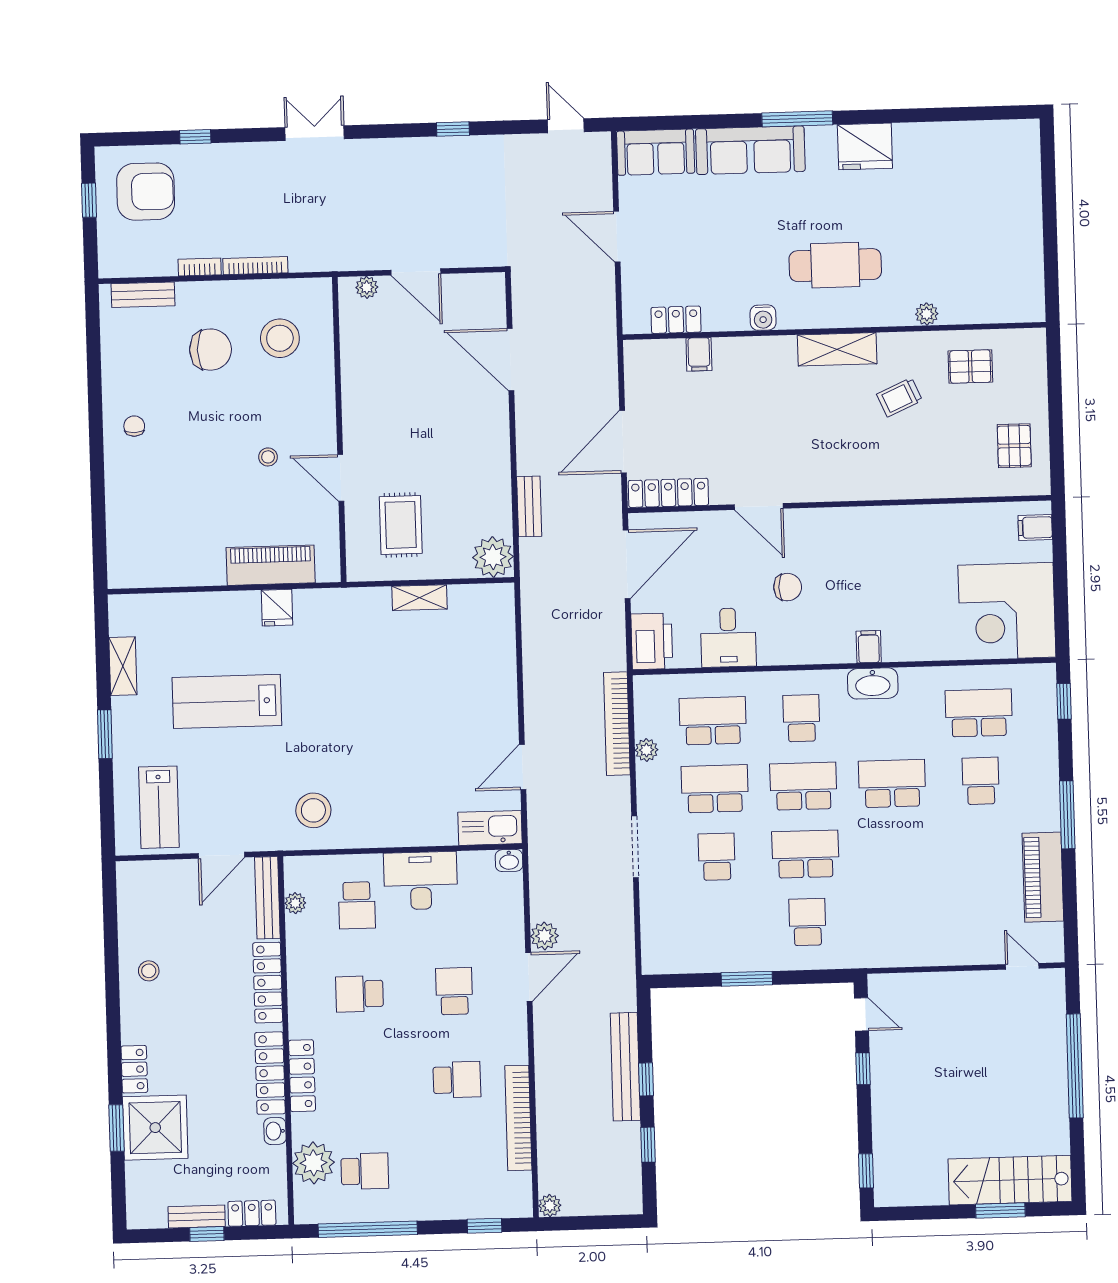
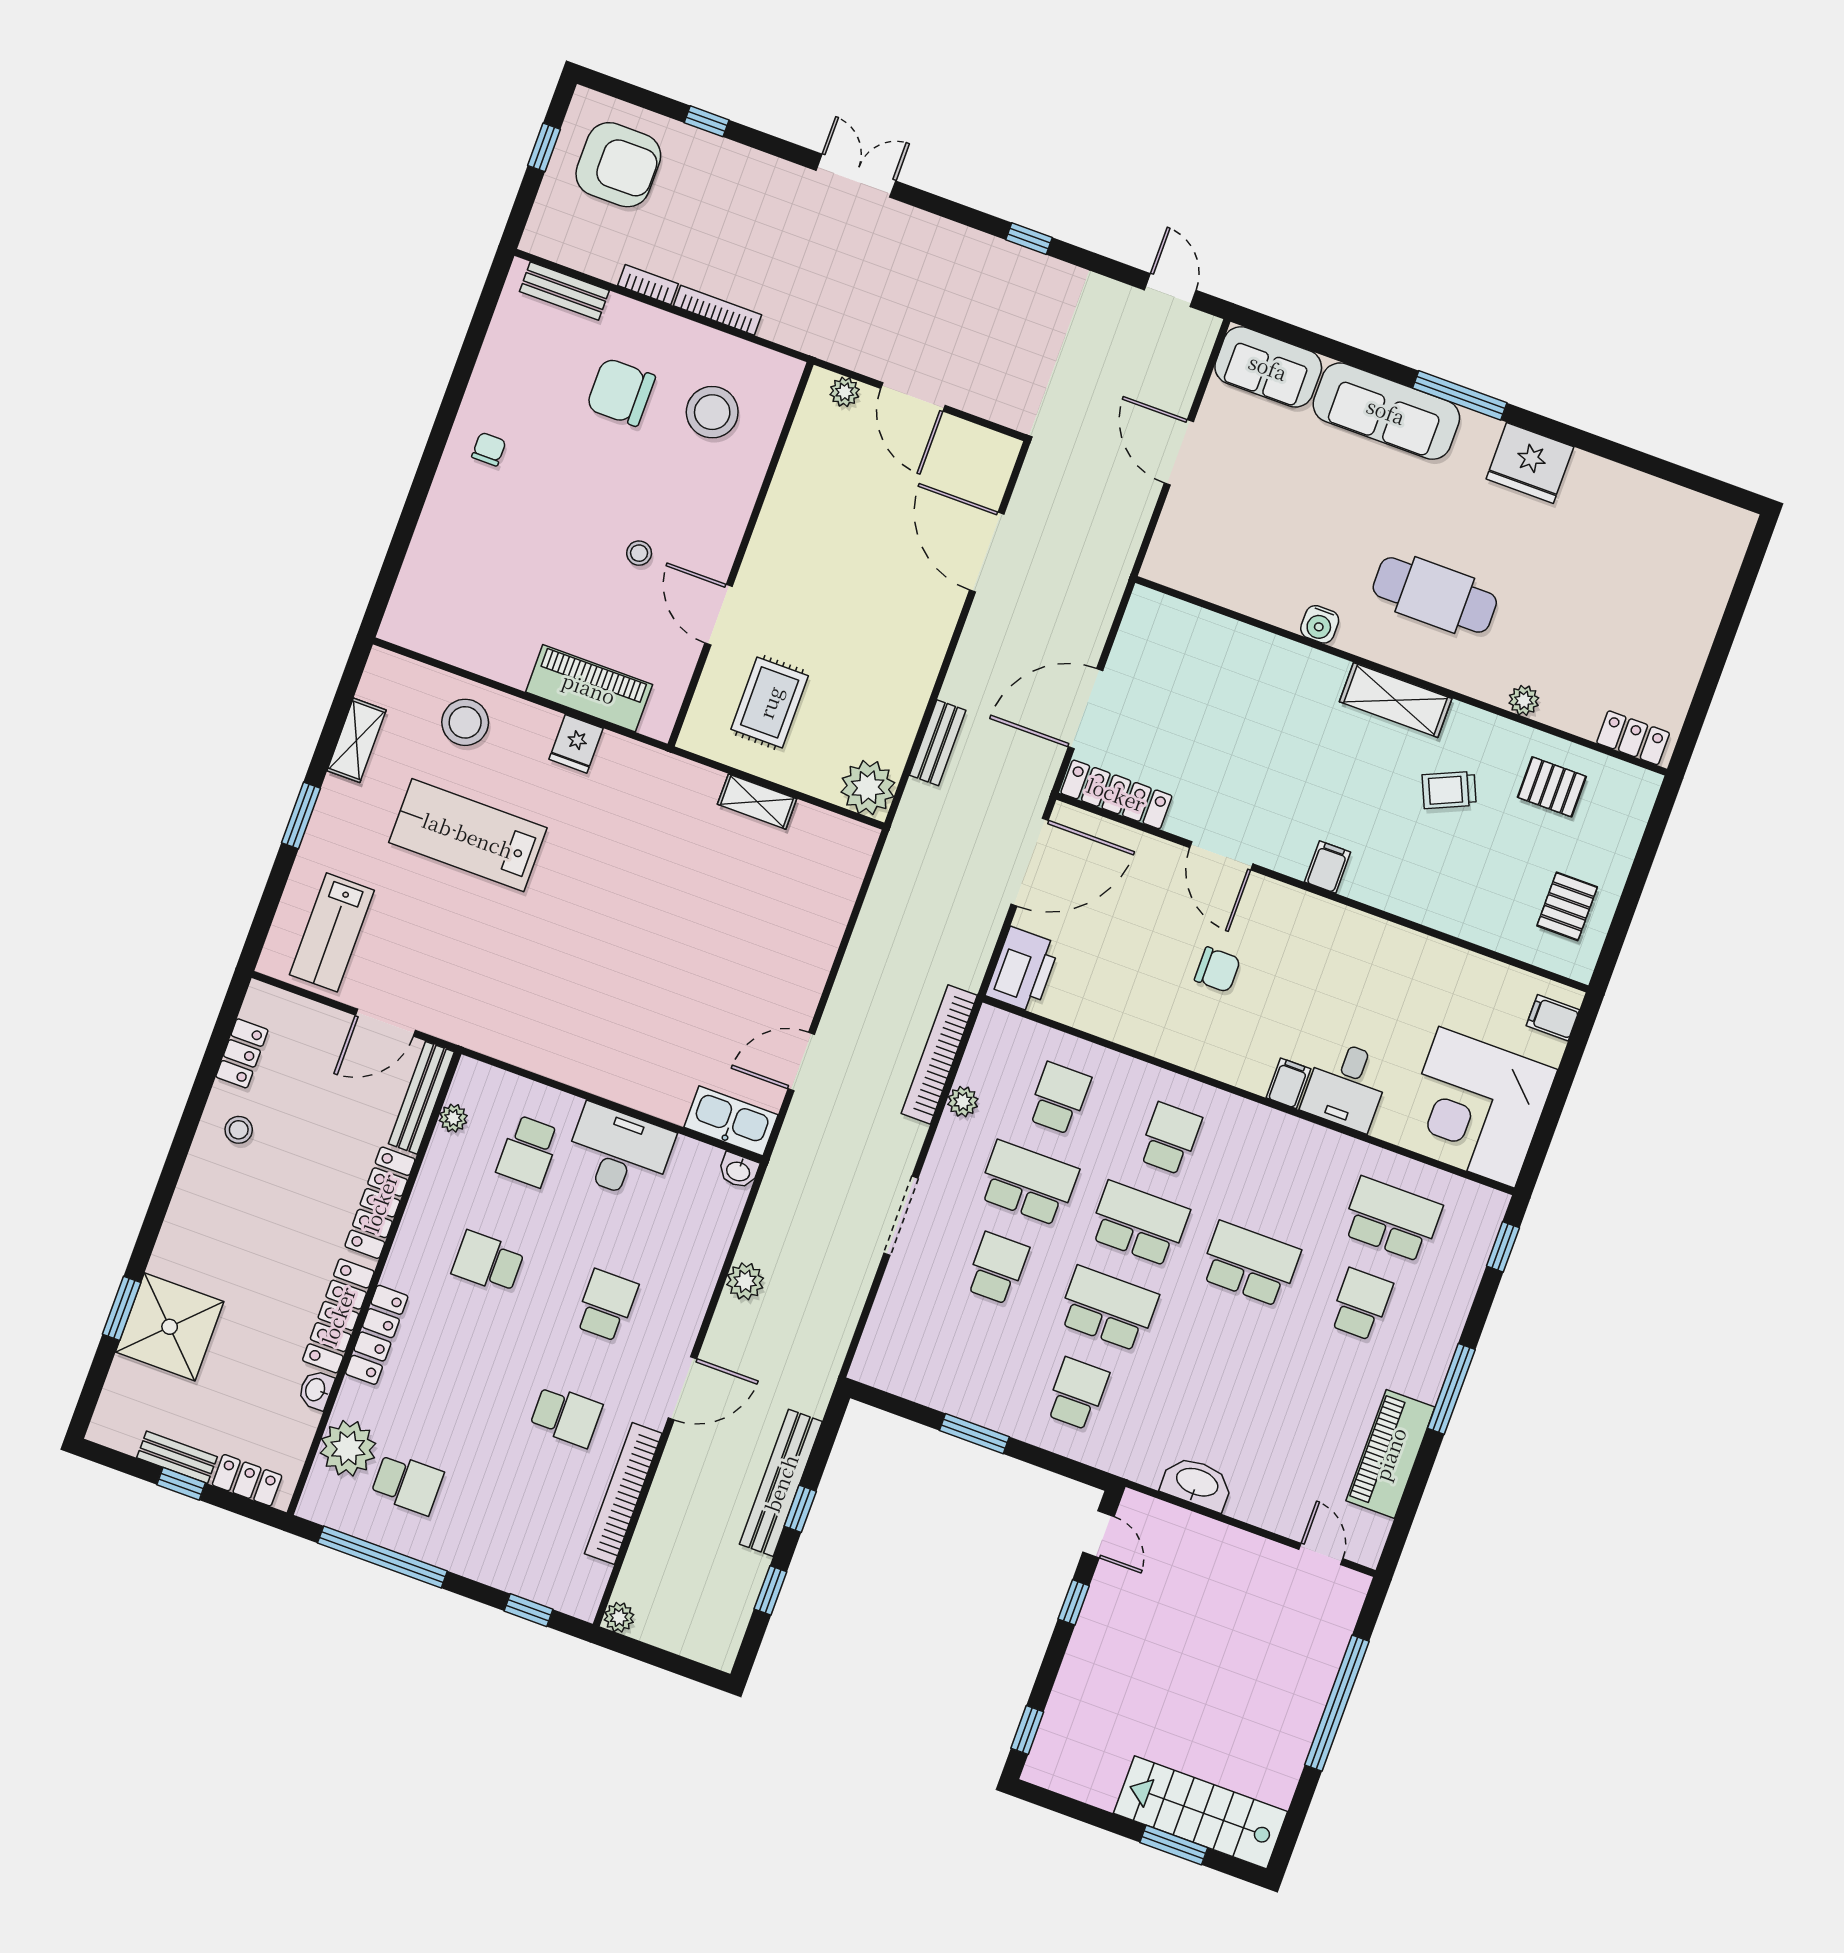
locker: (676, 320) -> (1633, 738), moved
chair: (211, 350) -> (621, 392), turned 180
filing cabinet: (699, 354) -> (1328, 867), moved, turned 180
desk: (728, 638) -> (1346, 1086), moved
washbasin: (873, 683) -> (1197, 1483), moved, turned 180
school desk: (713, 721) -> (1059, 1098), width x0.54
stool: (313, 810) -> (465, 722), moved
door: (529, 977) -> (682, 1388), moved
locker: (134, 1069) -> (242, 1053), moved

